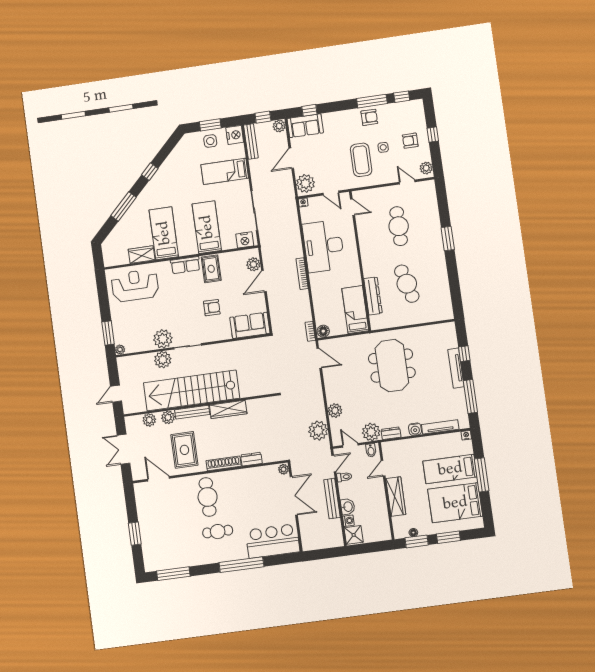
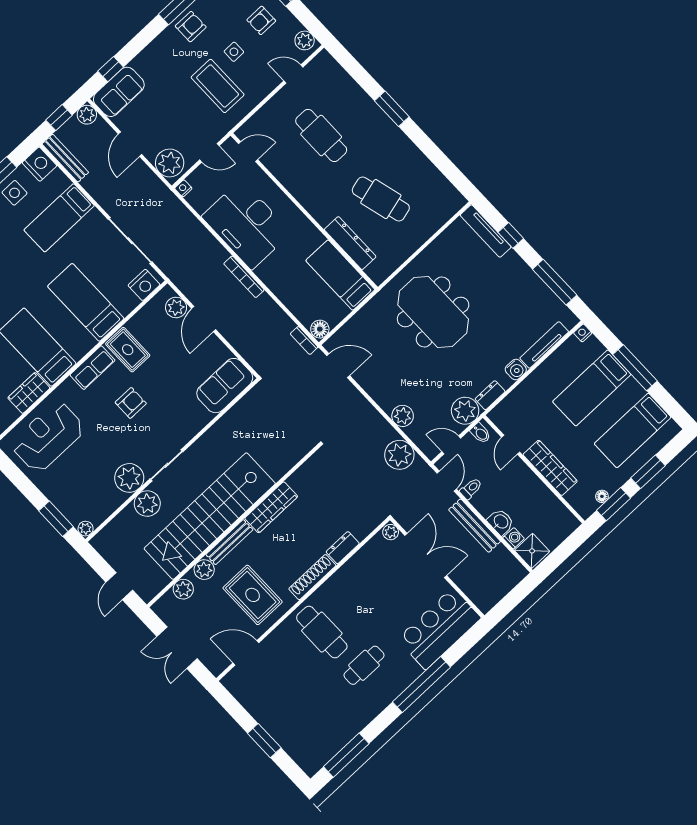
armchair: (212, 308) -> (131, 403), moved
tv unit: (456, 368) -> (486, 231), moved
bed: (455, 503) -> (633, 430), width x0.67

